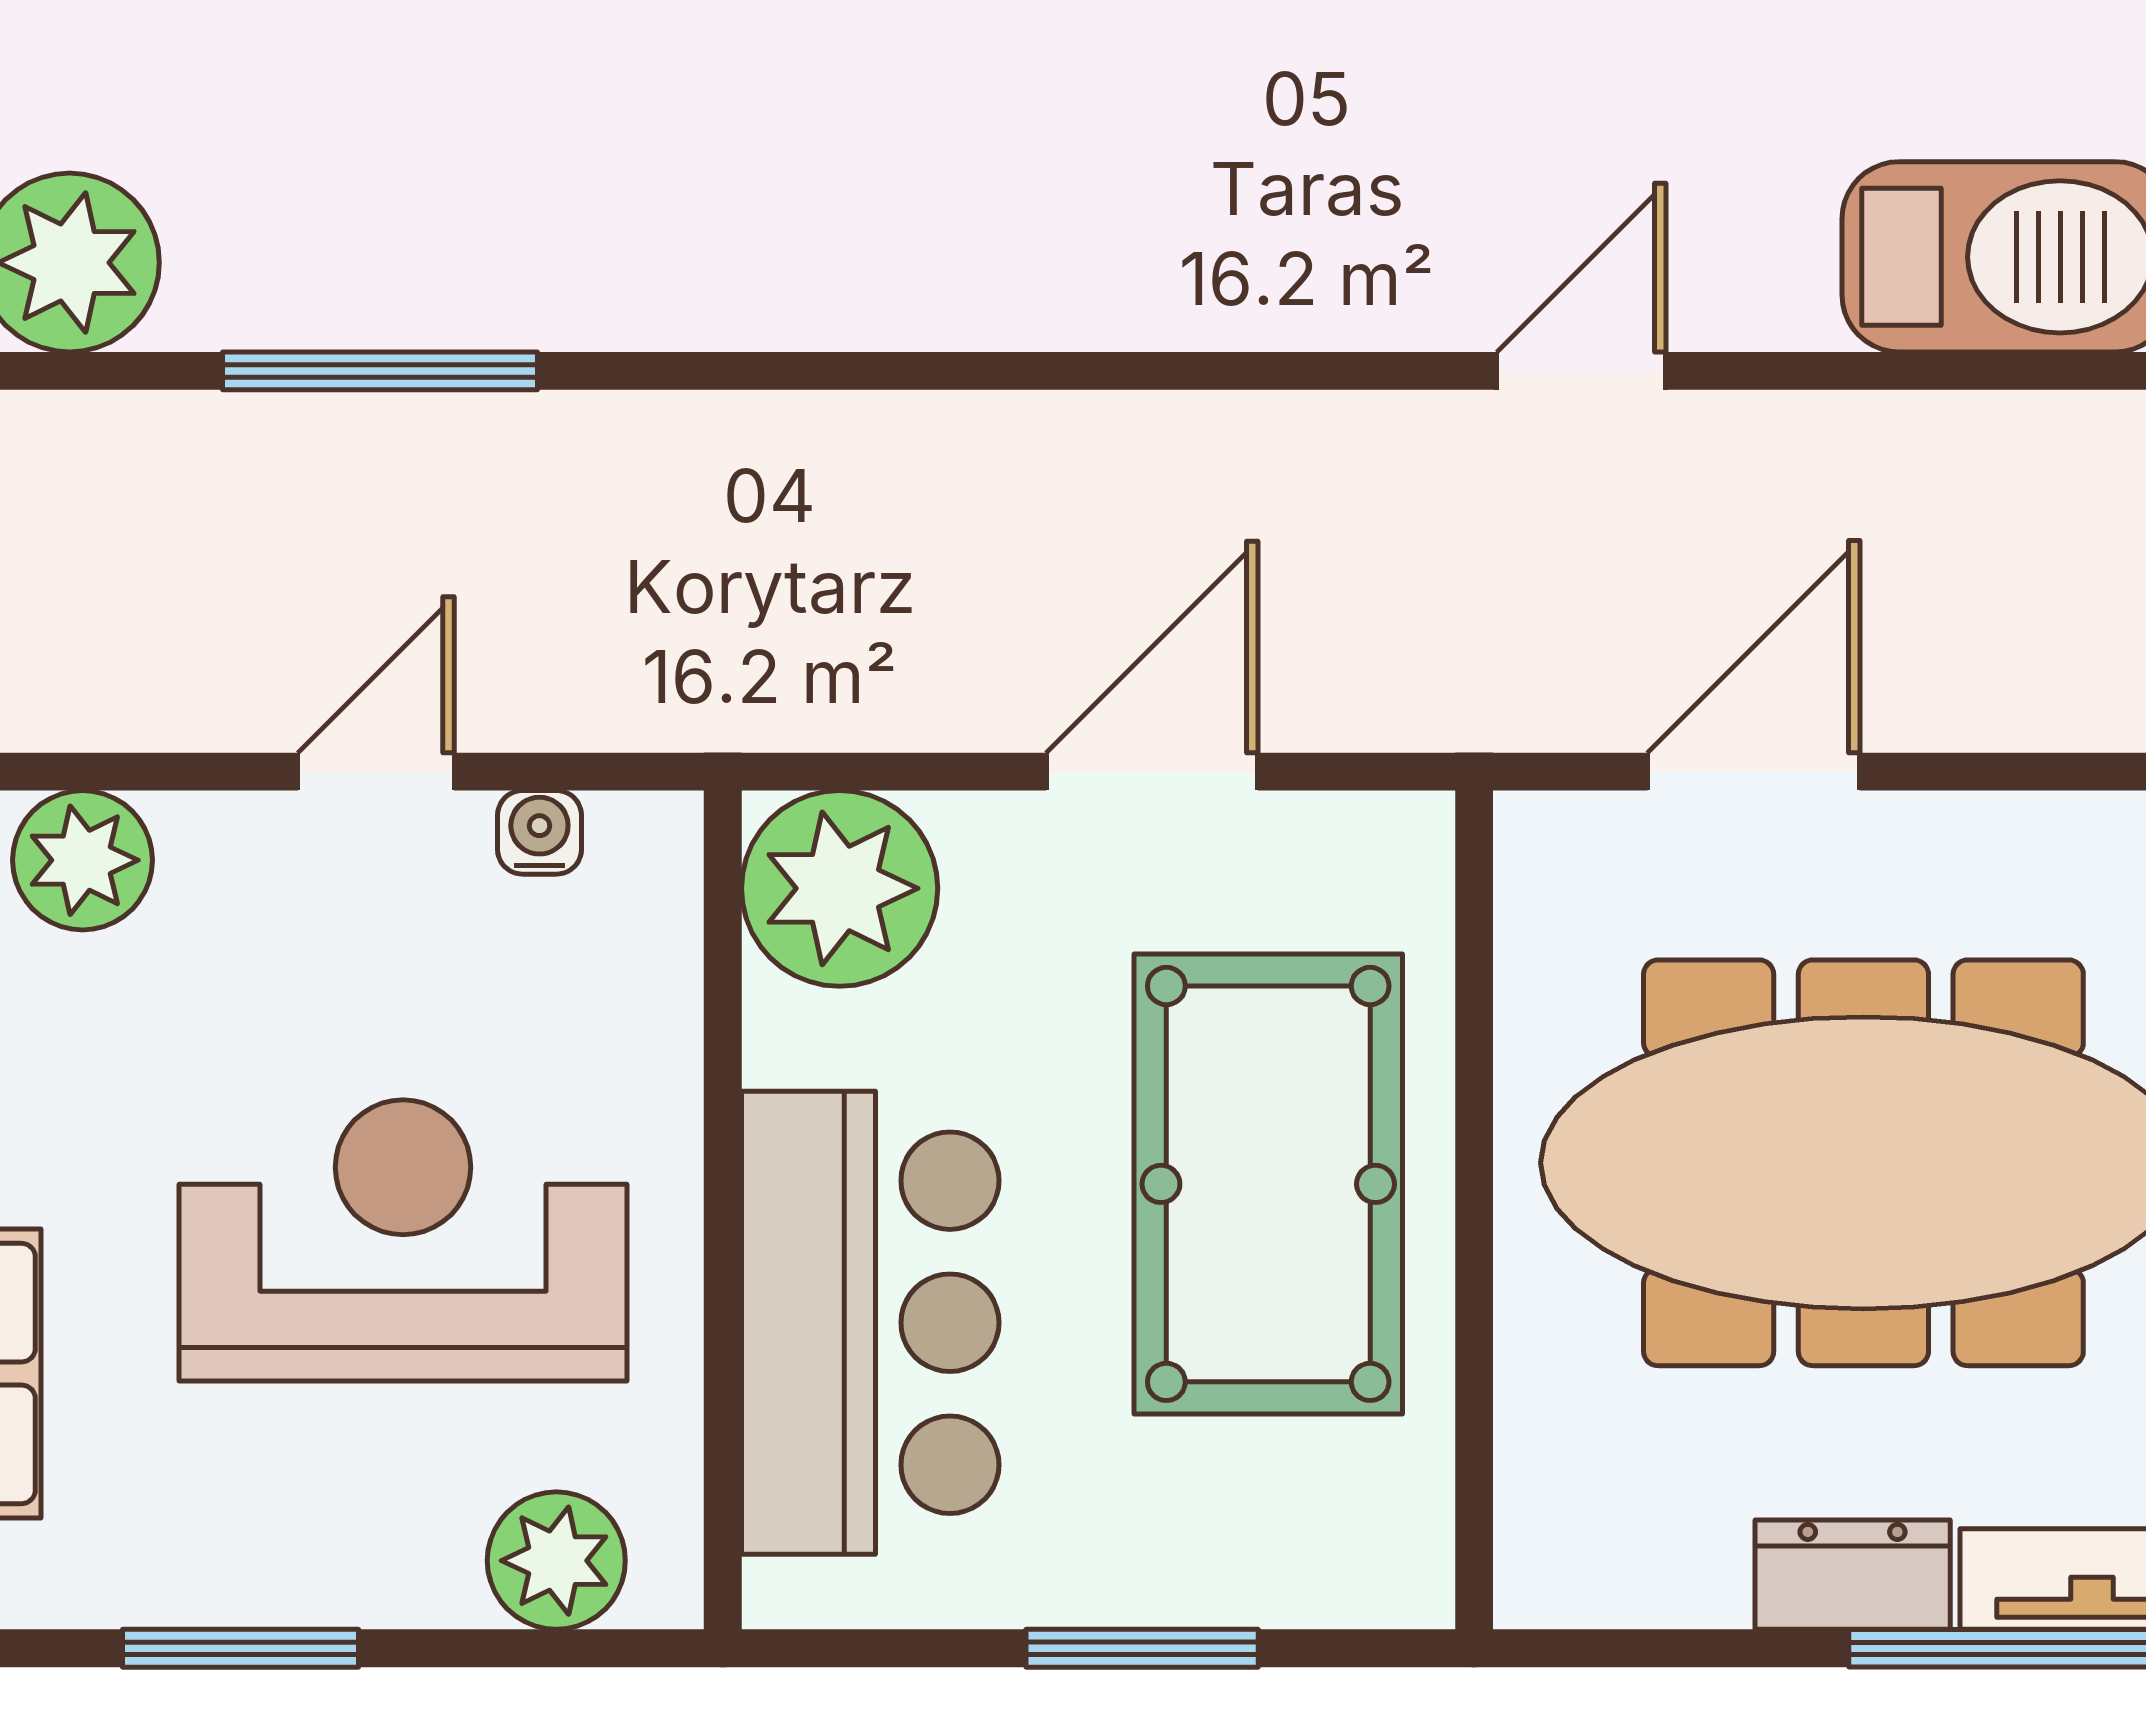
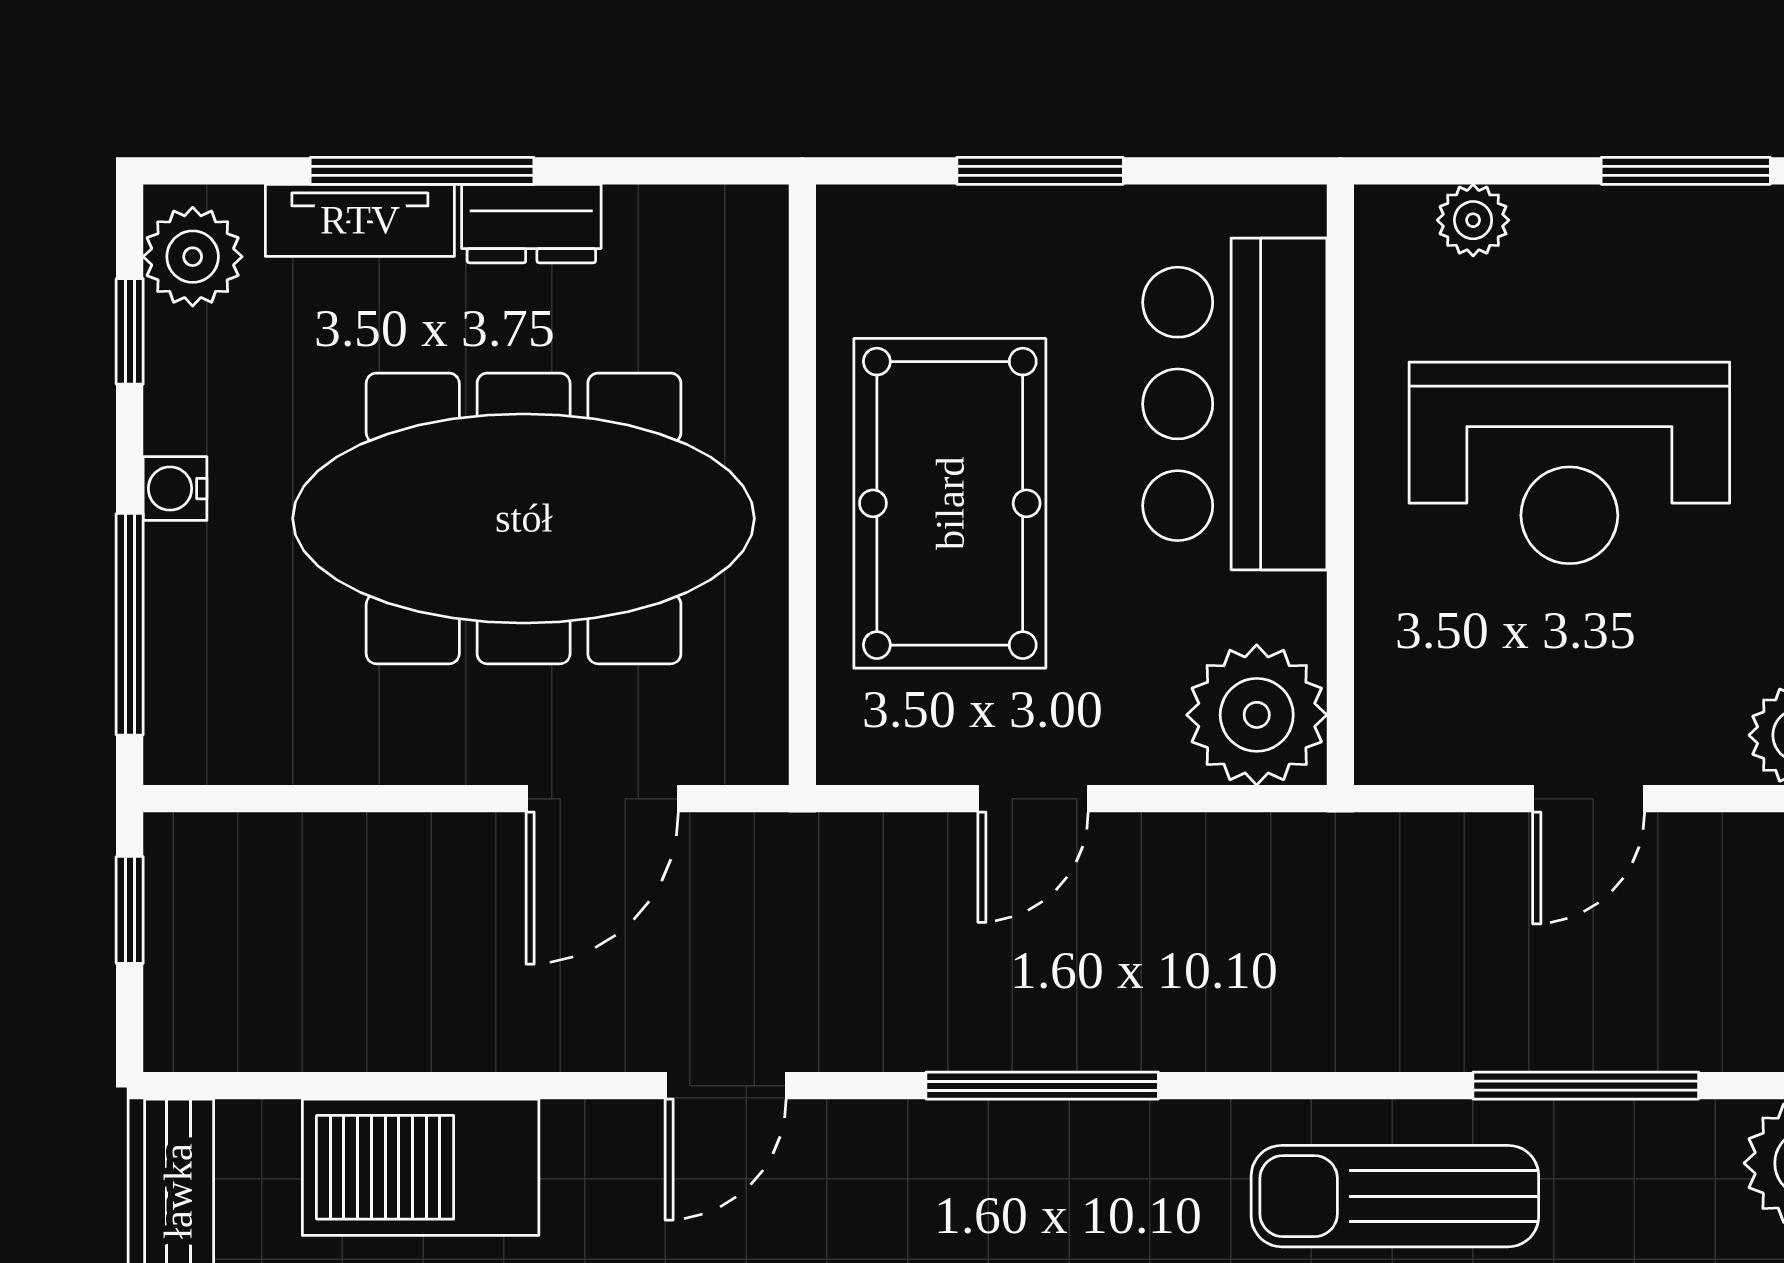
sun lounger: (647, 217) -> (1395, 1196), added
window: (1139, 371) -> (1042, 1086), added
door: (1152, 772) -> (1033, 799), width x0.73
water cooler: (539, 832) -> (1472, 755), removed
plant: (556, 1561) -> (1473, 220), width x0.73, depth x0.73

